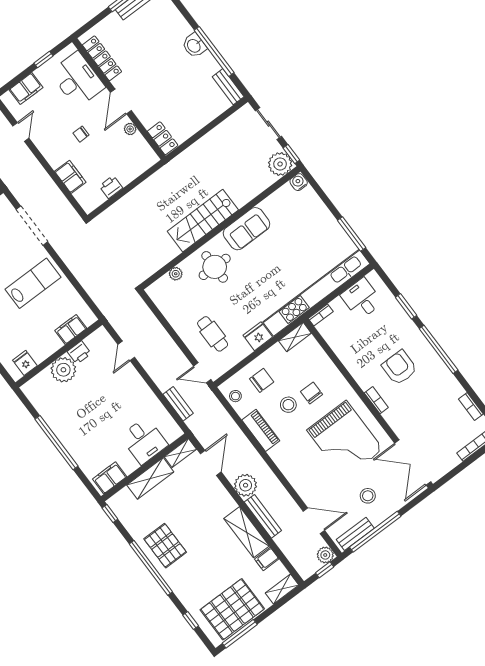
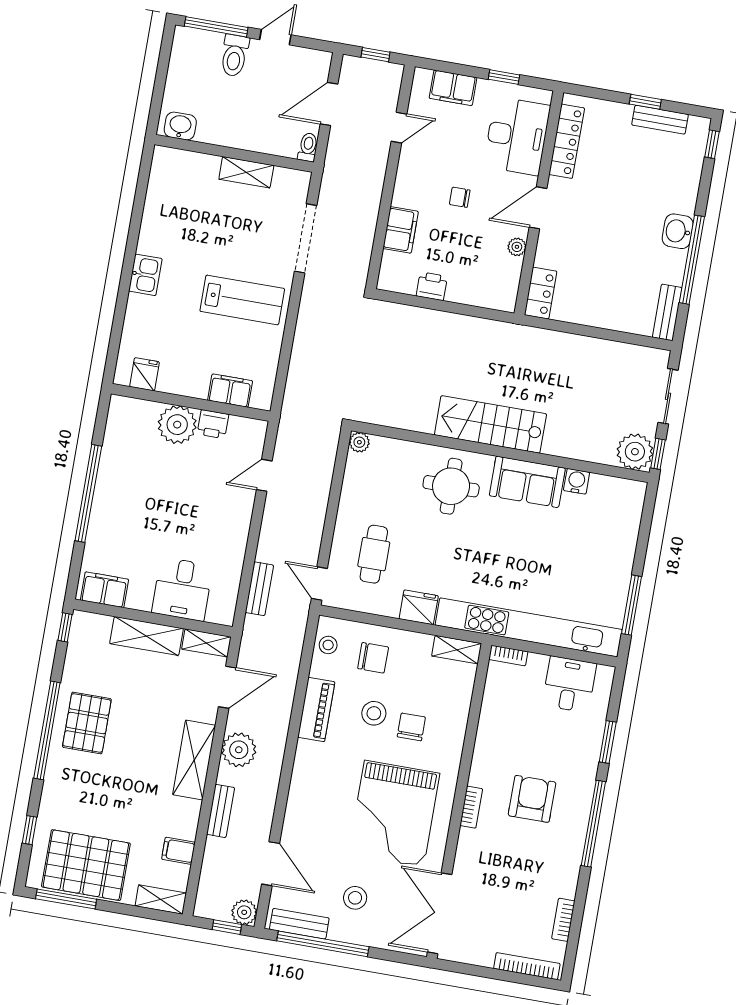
water cooler: (299, 182) -> (577, 481), moved
plant: (176, 274) -> (359, 442), moved
bench: (263, 516) -> (221, 811), width x0.73
shelving: (247, 532) -> (194, 760), moved

